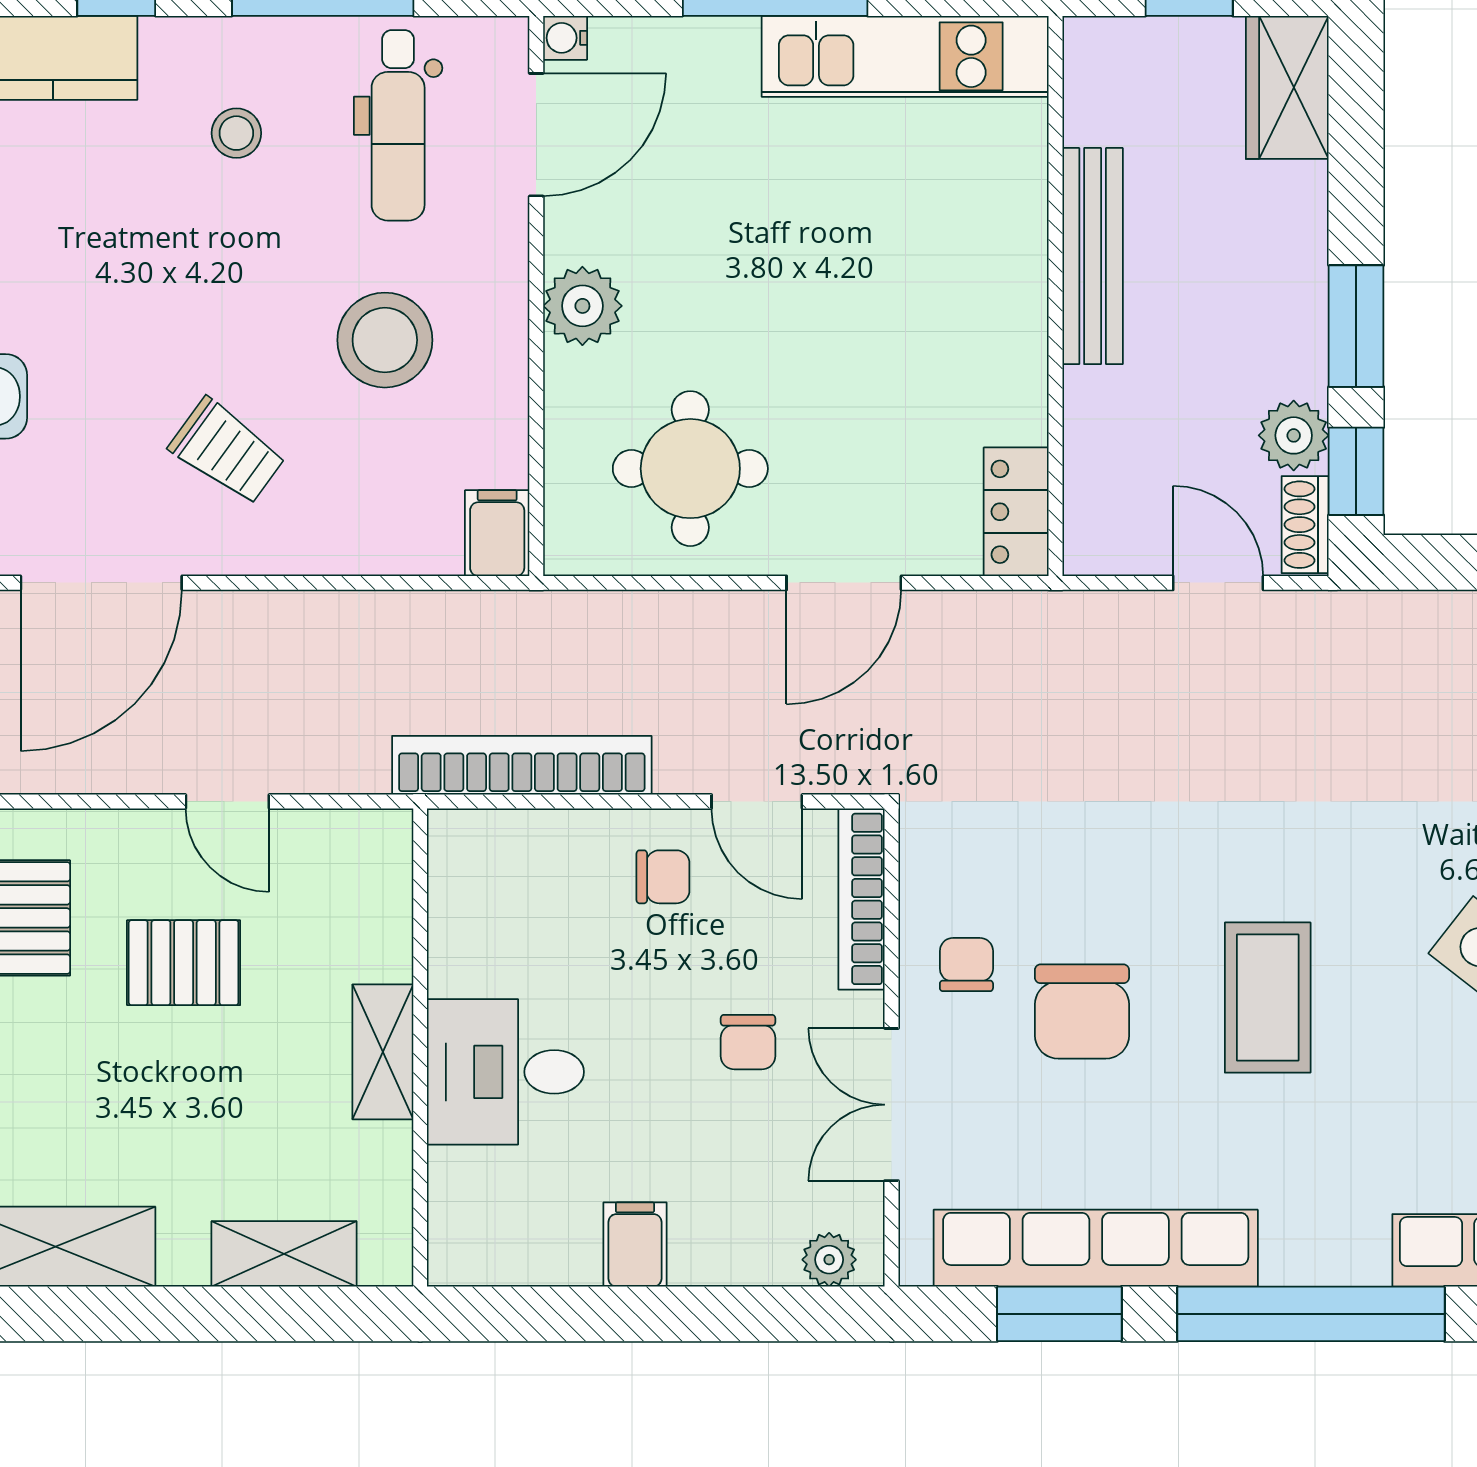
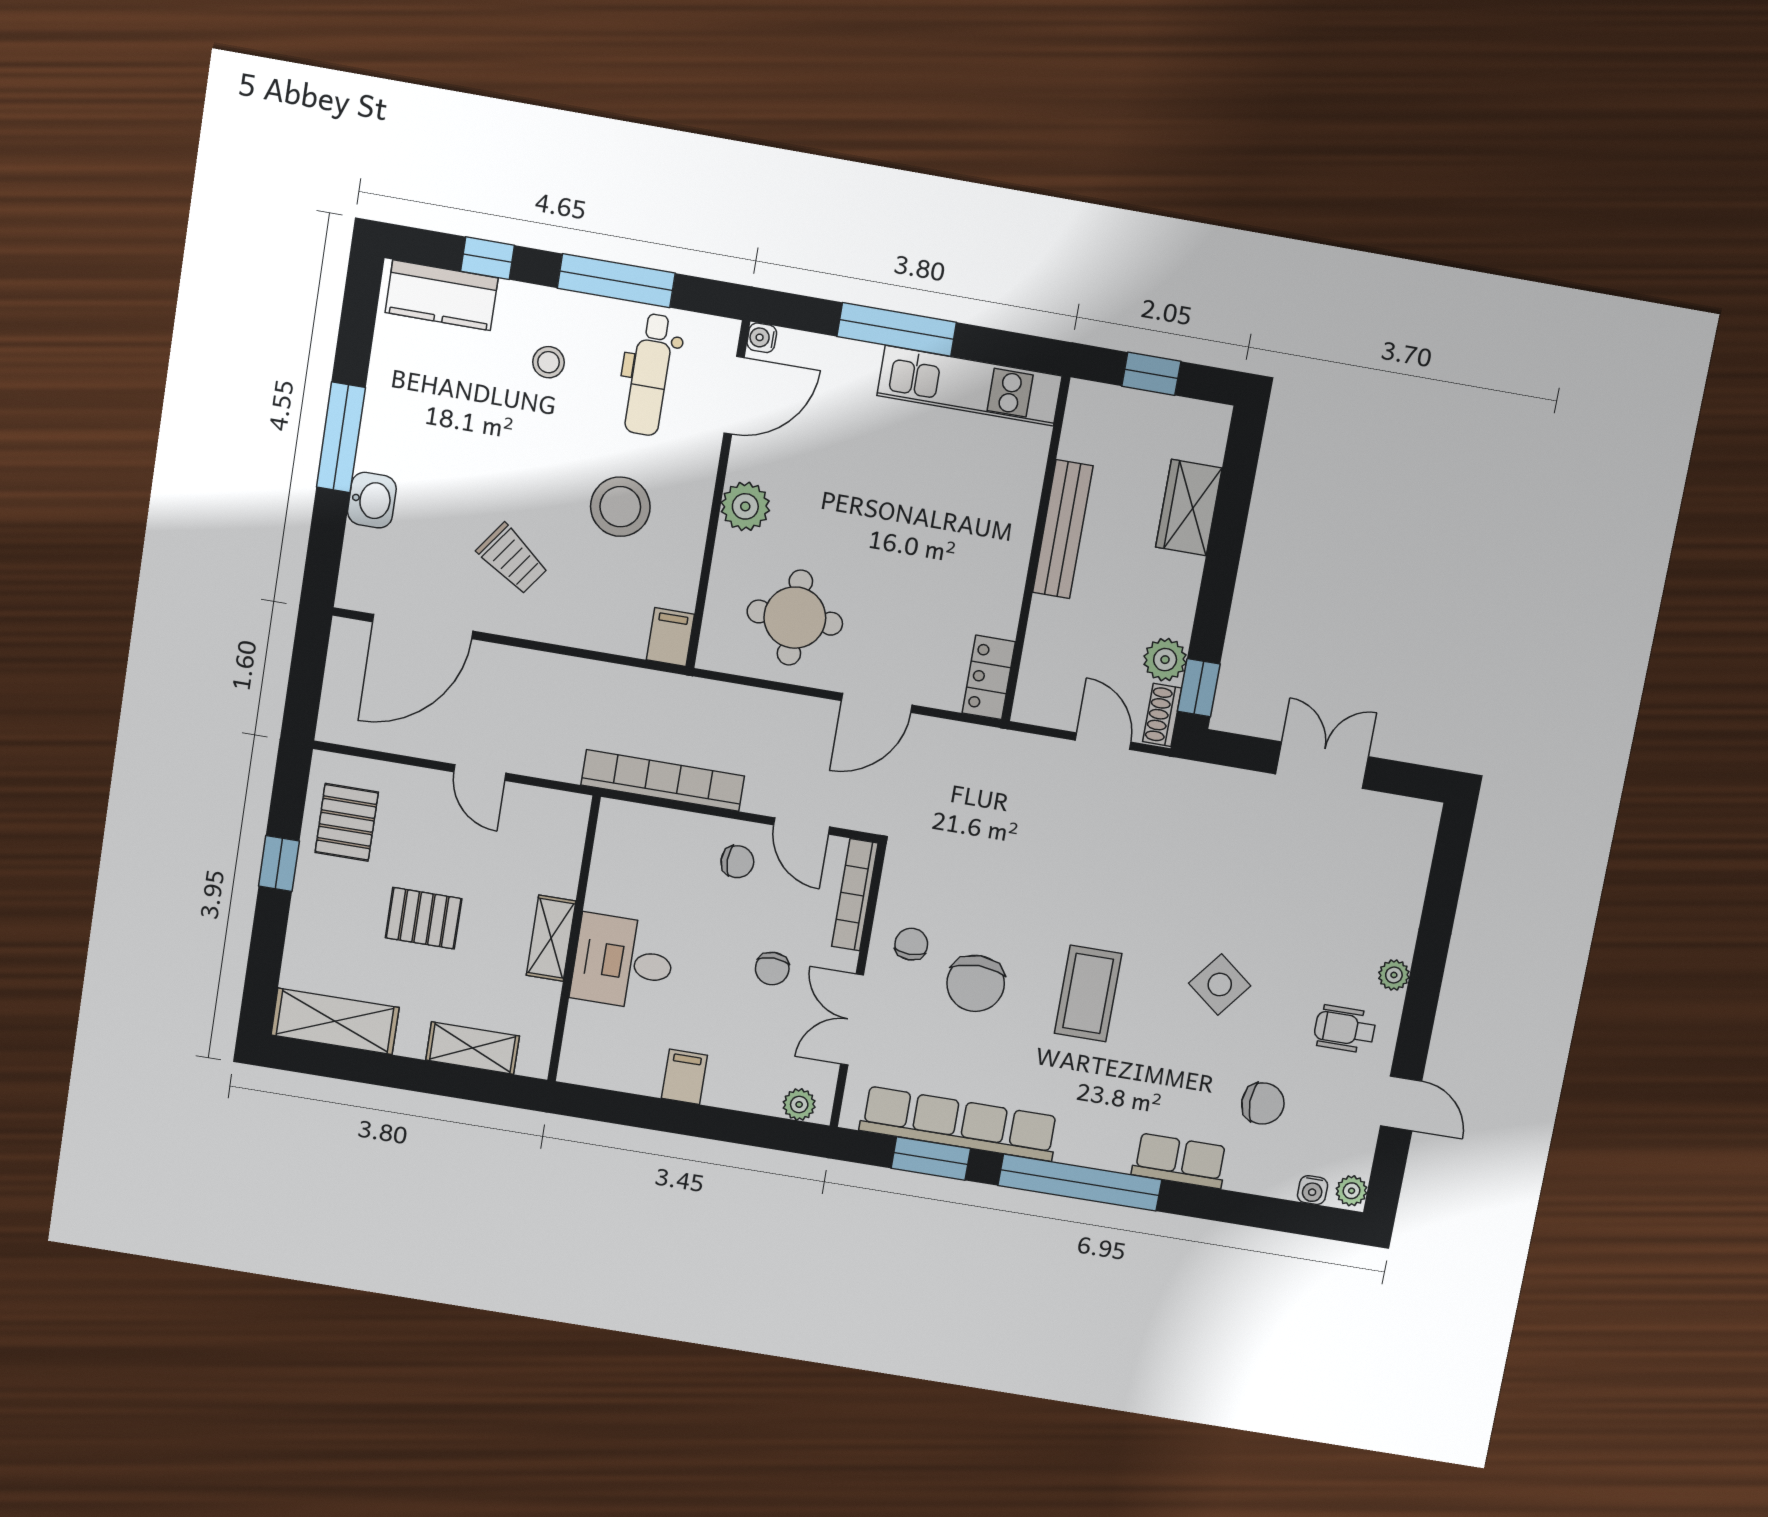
wardrobe: (1287, 87) -> (1189, 508), moved
window: (1356, 326) -> (1215, 599), removed
pallet: (184, 963) -> (424, 918), moved

